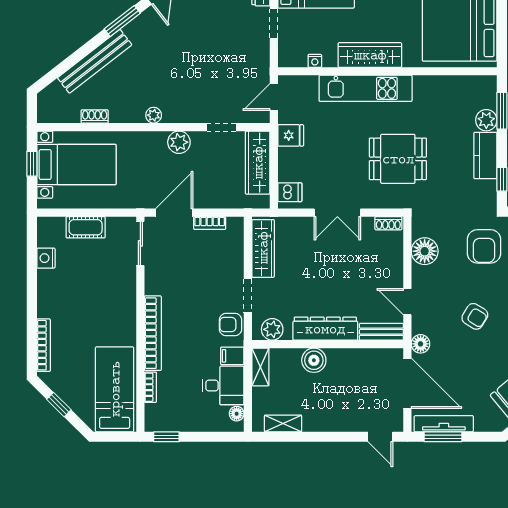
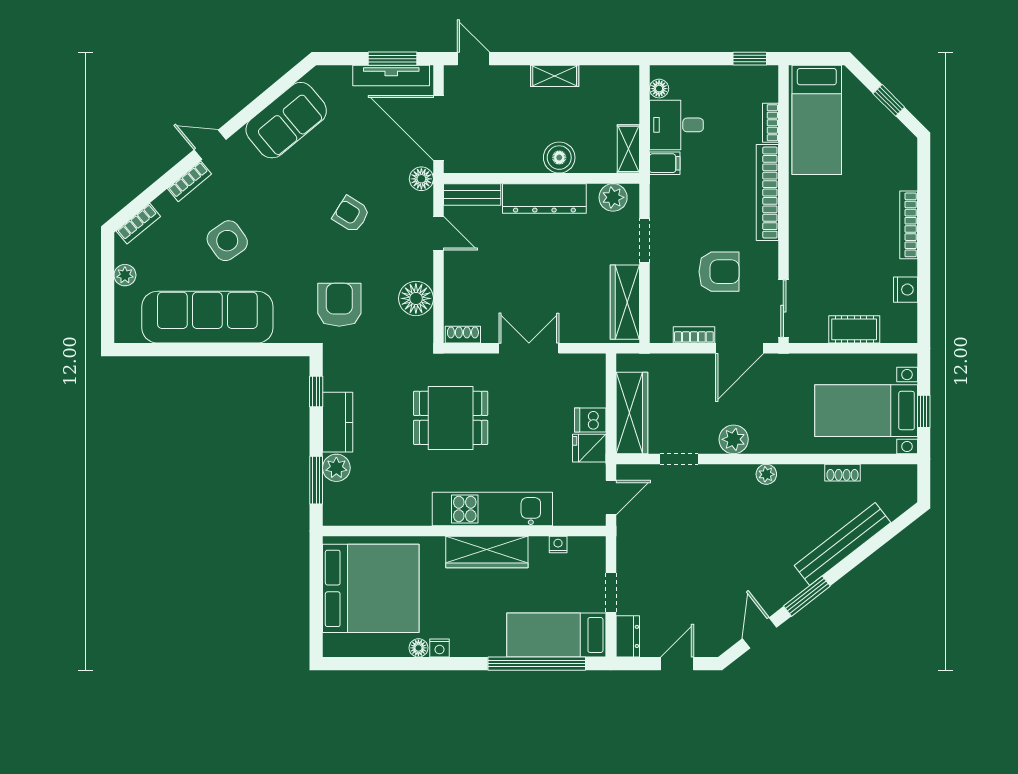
dishwasher: (290, 192) -> (590, 420), moved
armchair: (230, 325) -> (719, 272), moved, width x1.38, depth x1.38
bookcase: (44, 345) -> (909, 225), moved
shelving: (283, 423) -> (555, 76), moved

